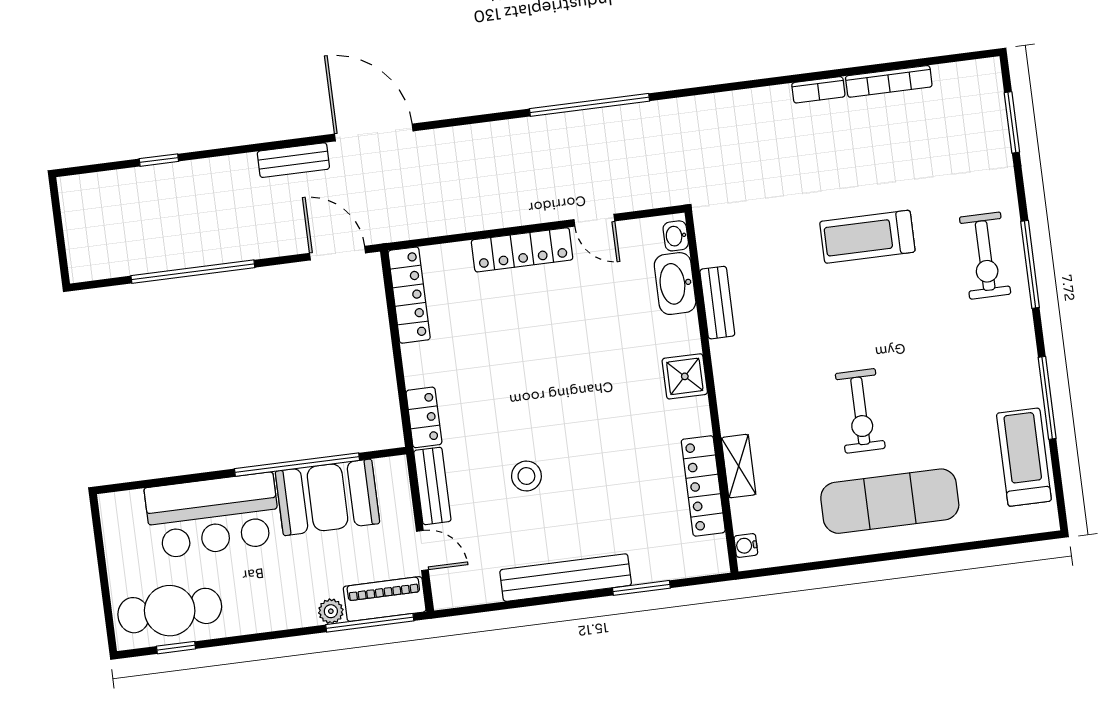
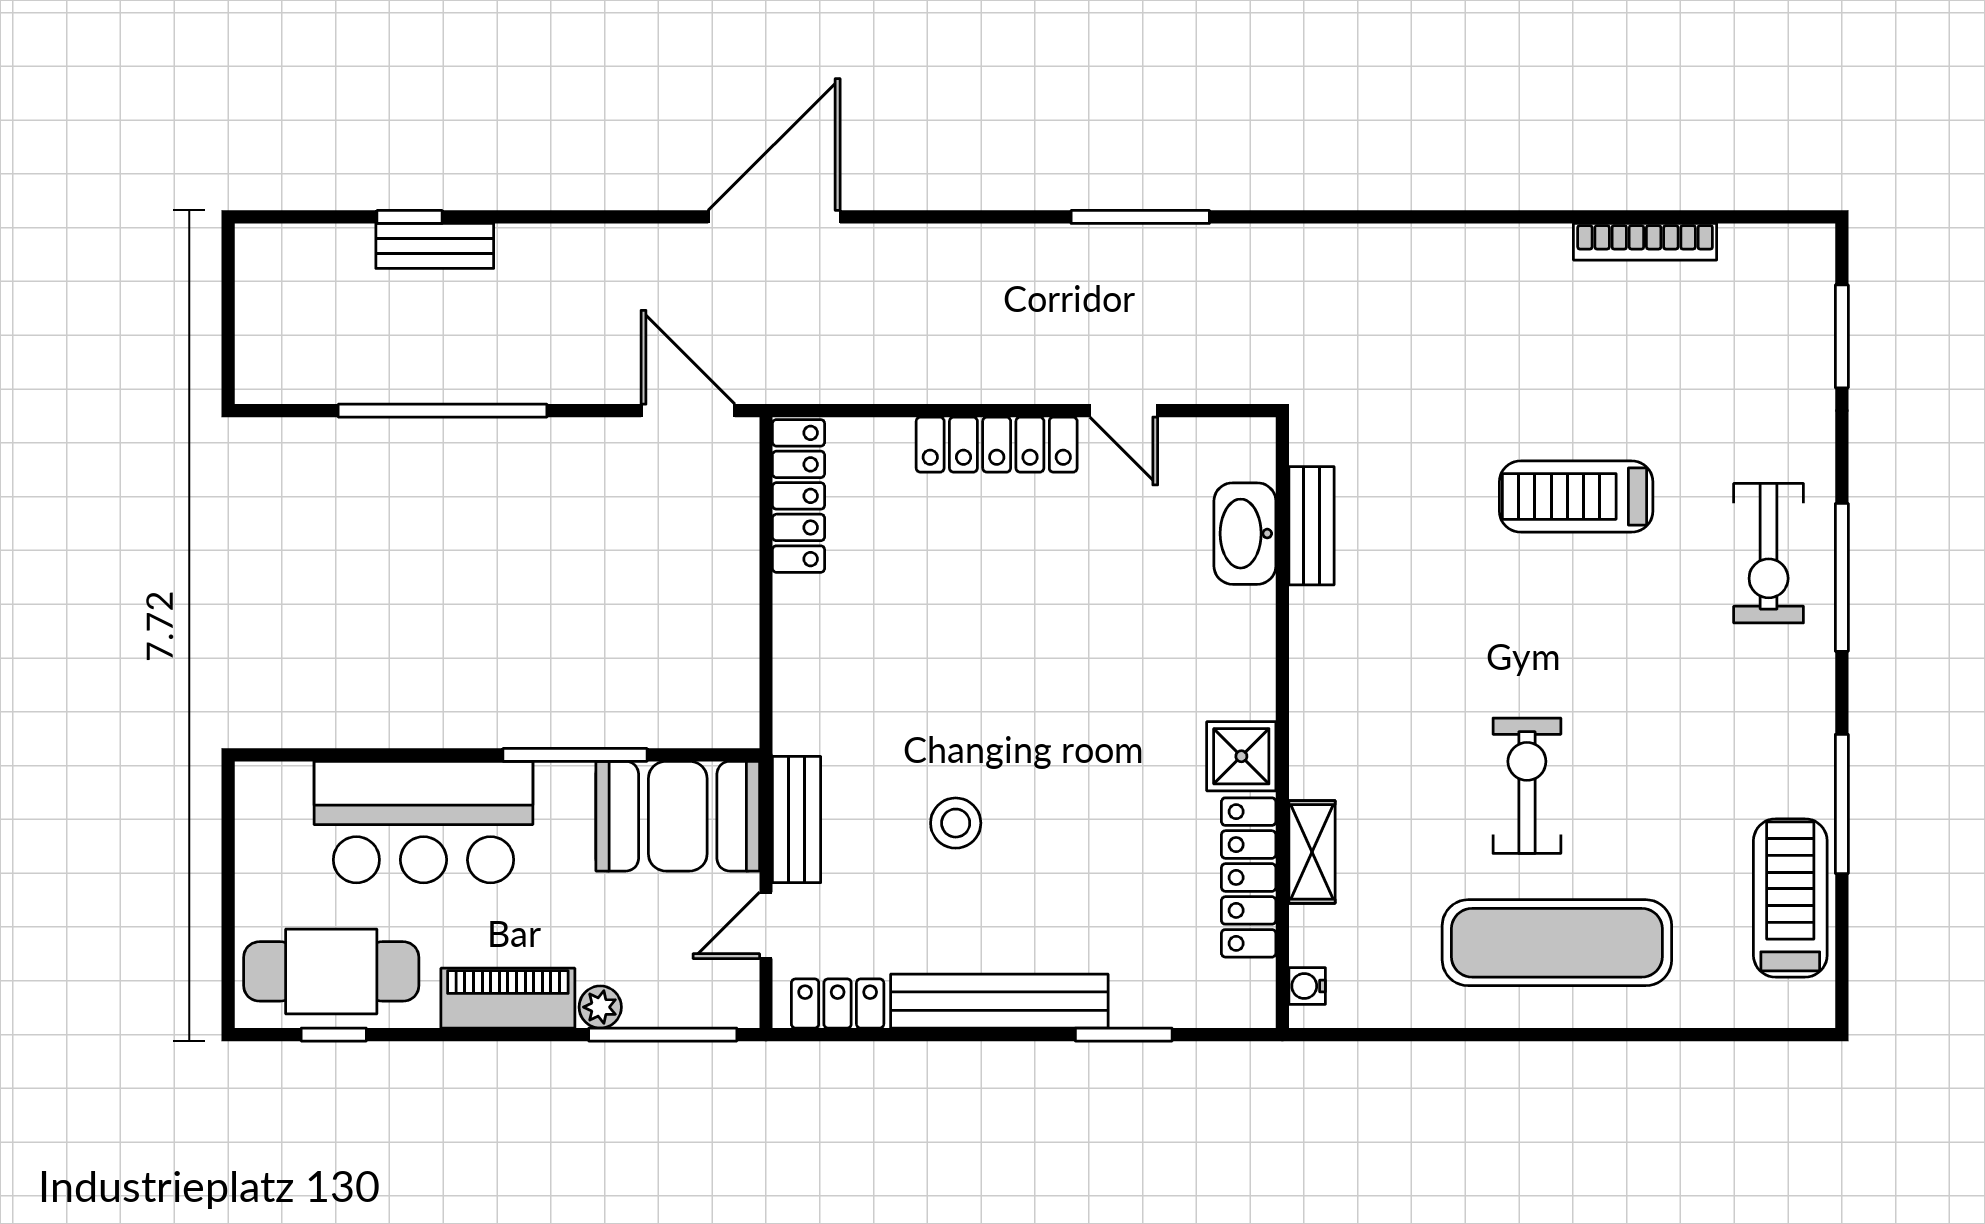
bookcase: (818, 90) -> (1526, 241), removed
window: (589, 105) -> (1140, 217), width x0.68
door: (374, 133) -> (774, 217), hinge flipped
bench: (293, 160) -> (435, 246), moved
washbasin: (676, 236) -> (1256, 454), removed
bench: (717, 303) -> (1311, 526), moved
shower: (685, 376) -> (1241, 756), moved
exercise bike: (860, 411) -> (1527, 786), turned 180
locker: (424, 417) -> (838, 1003), moved, turned -90
window: (297, 465) -> (575, 755), width x0.68
booth: (327, 497) -> (678, 816), moved
door: (422, 551) -> (766, 925), swing flipped
piano: (385, 599) -> (508, 998), moved

